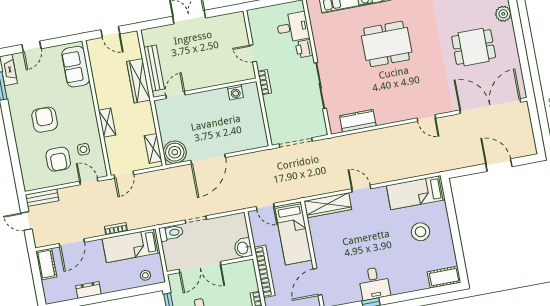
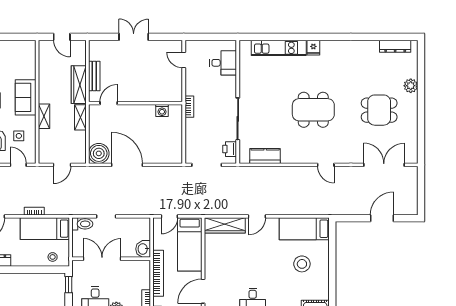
dining table: (387, 44) -> (313, 110), moved
printer: (304, 49) -> (230, 149), moved
door: (253, 53) -> (184, 60), moved
sofa: (76, 67) -> (26, 97), moved
bench: (154, 68) -> (94, 76), width x0.73
double door: (490, 106) -> (384, 165), width x0.73
shelving: (153, 148) -> (80, 117), moved
door: (208, 159) -> (127, 165), swing flipped
door: (499, 165) -> (382, 218), hinge flipped
door: (124, 175) -> (62, 165), moved
door: (361, 189) -> (257, 216), swing flipped
door: (265, 207) -> (169, 216), hinge flipped
double door: (200, 267) -> (102, 259), swing flipped

